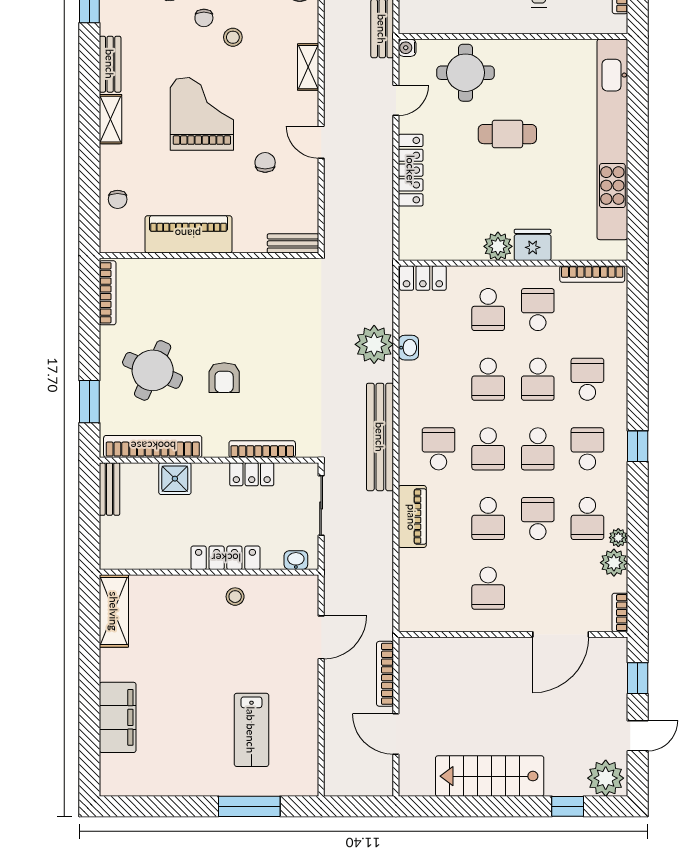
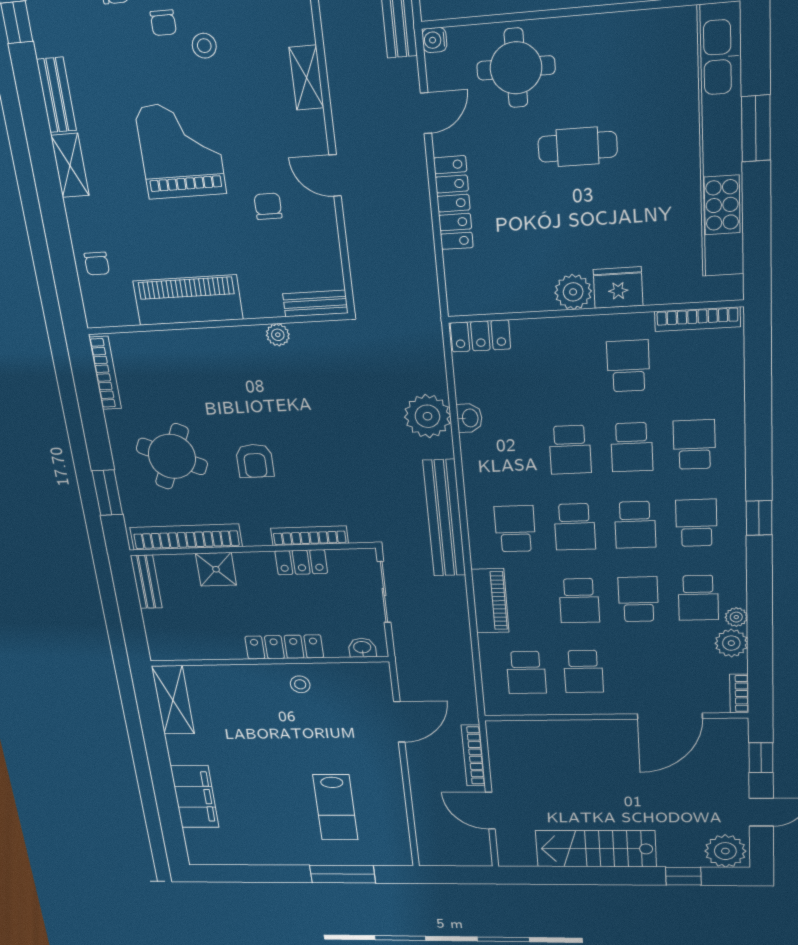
window: (638, 130) -> (756, 128), added
plant: (259, 268) -> (278, 335), added
school desk: (488, 310) -> (526, 672), moved

